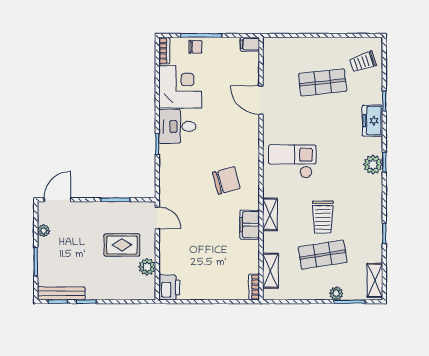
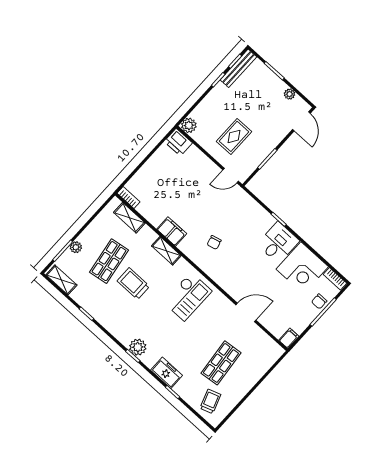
chair: (226, 181) -> (214, 242), width x0.54, depth x0.54
plant: (147, 267) -> (189, 125), moved

